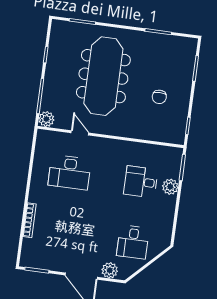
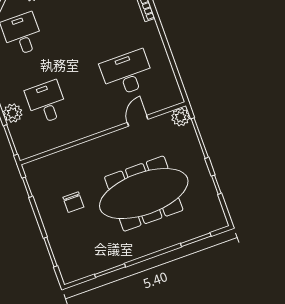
meeting table: (103, 76) -> (144, 194), turned 90
chair: (159, 97) -> (73, 202), turned 180
door: (80, 133) -> (138, 121), swing flipped
desk: (141, 182) -> (46, 102), turned -90

